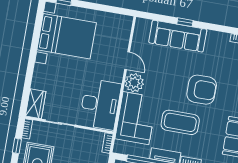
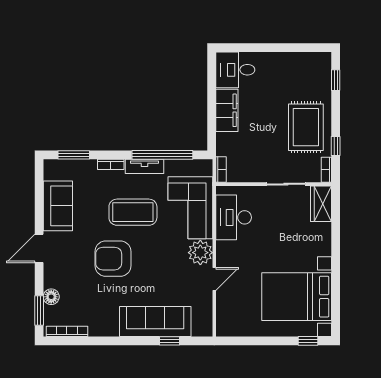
window: (185, 22) -> (170, 341), moved
door: (127, 61) -> (214, 279), swing flipped
desk: (100, 104) -> (234, 217), width x0.73, depth x0.77

